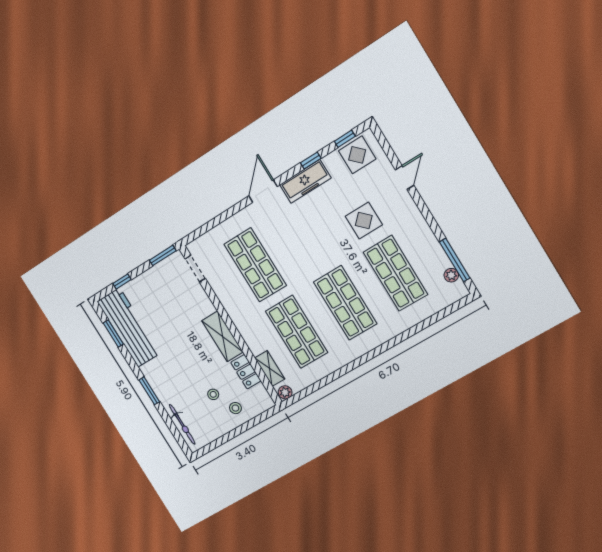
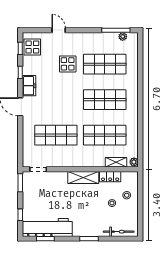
freezer: (305, 181) -> (29, 86), width x0.71

